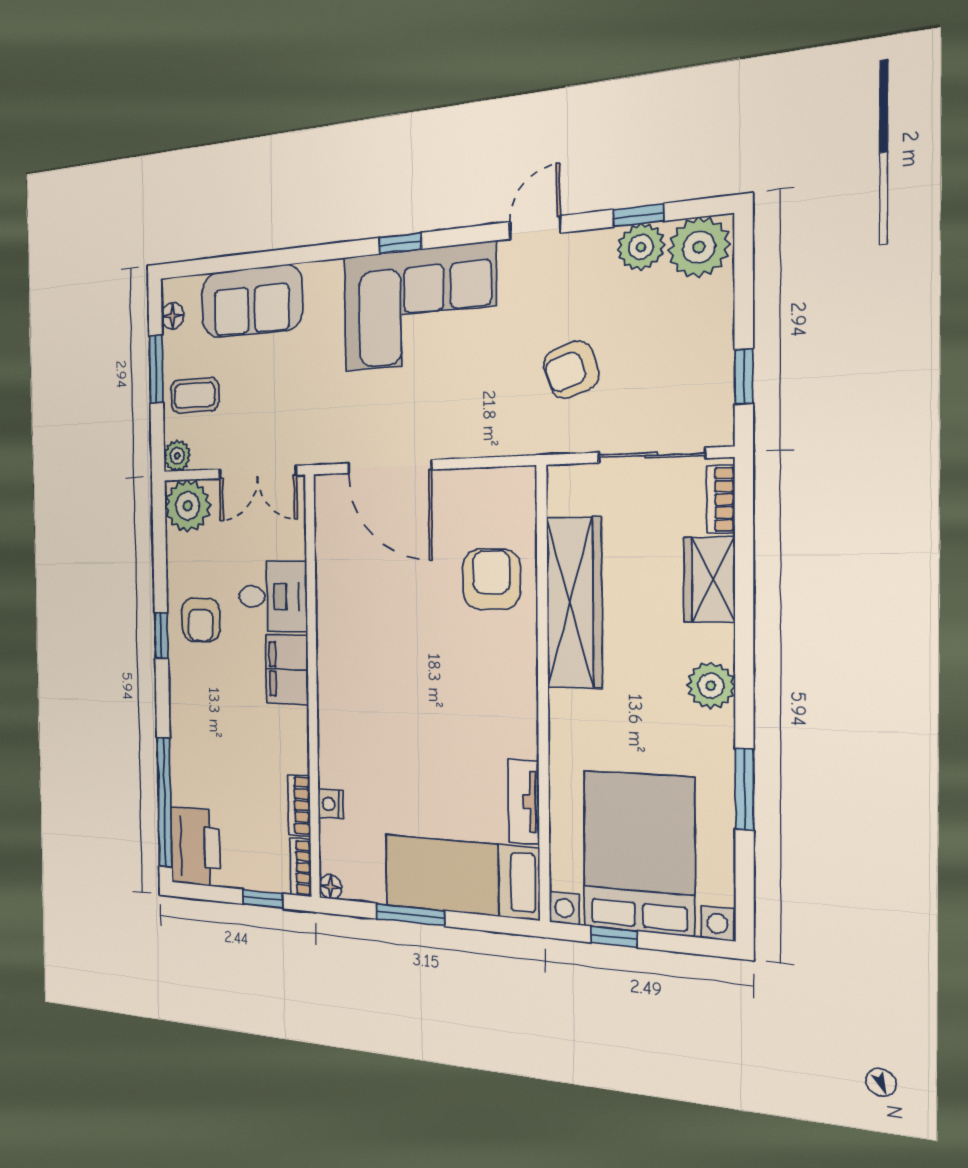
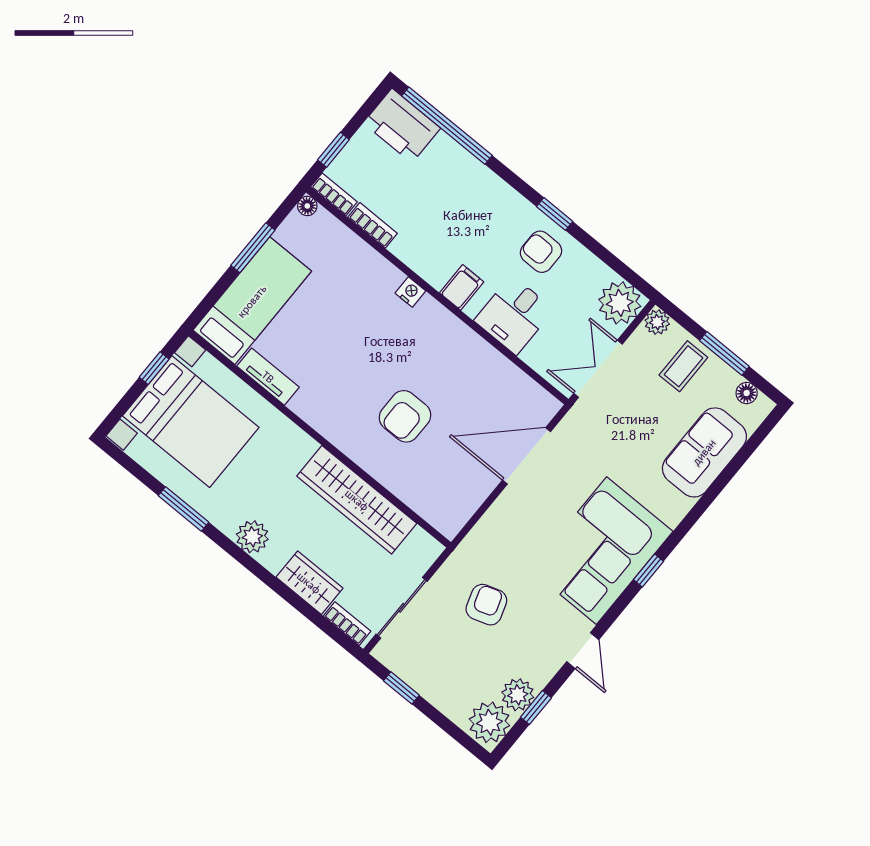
armchair: (491, 579) -> (405, 416), moved, turned 90
filing cabinet: (287, 669) -> (462, 287), width x0.50
nightstand: (331, 804) -> (410, 292), moved

